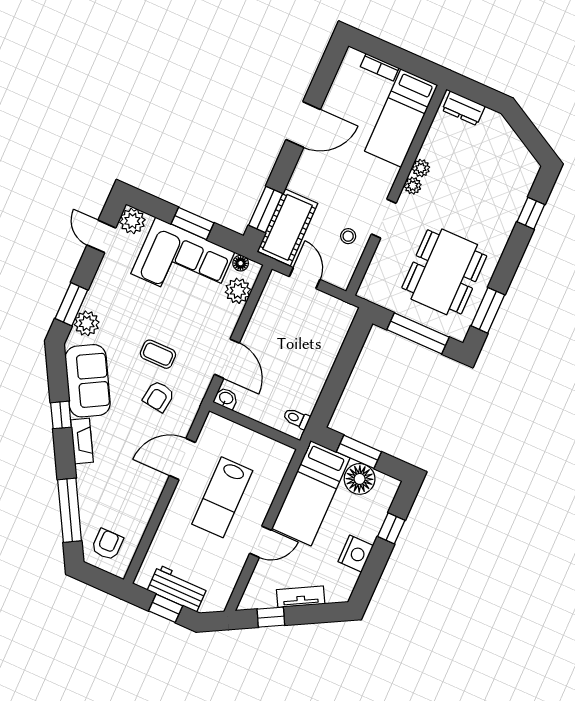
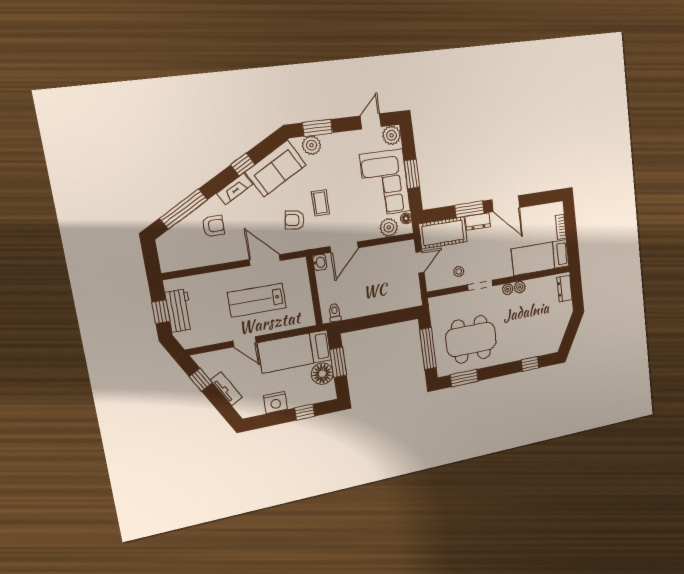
dresser: (302, 175) -> (478, 222), added
window: (266, 209) -> (469, 209), moved
armchair: (107, 544) -> (213, 226), moved

